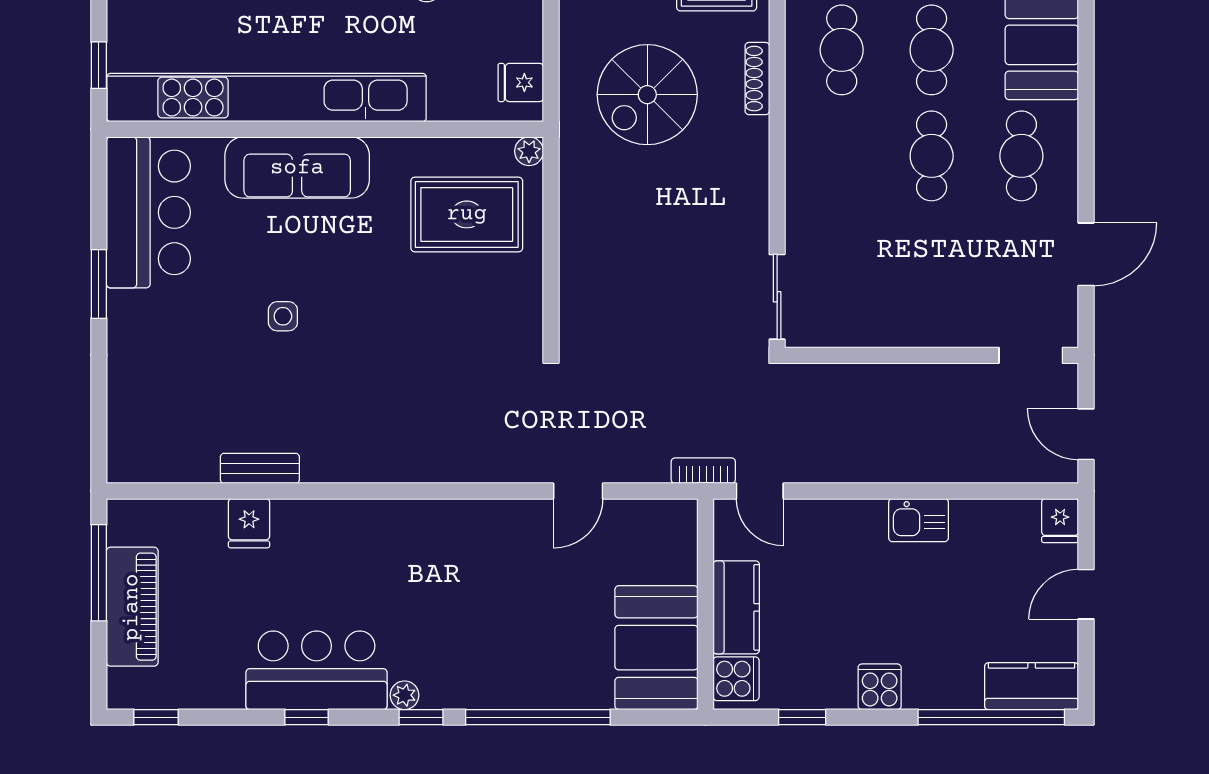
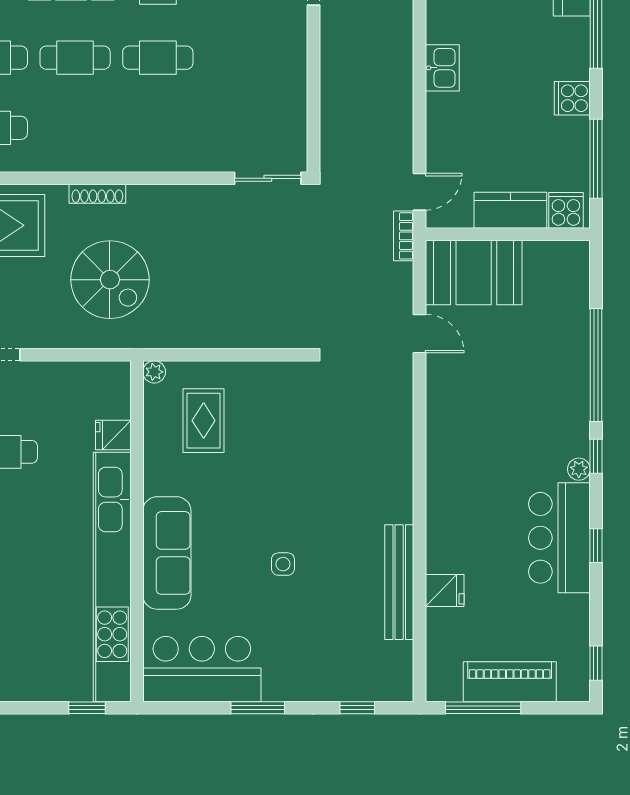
cafe table: (842, 50) -> (75, 128), removed
fridge: (521, 82) -> (113, 435), moved, turned 90
rug: (467, 214) -> (204, 421), width x0.73, depth x0.70
window: (99, 411) -> (357, 708), added
bench: (260, 468) -> (399, 582), width x1.86, depth x1.21
booth: (656, 648) -> (474, 272), moved
window: (802, 717) -> (596, 159), width x2.17

